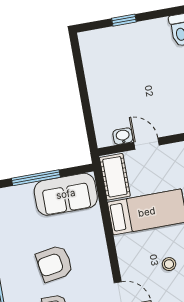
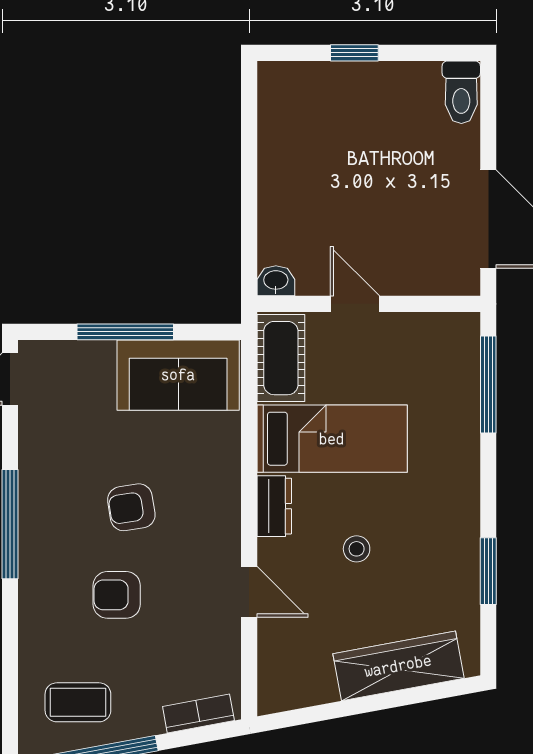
washbasin: (123, 136) -> (276, 281), moved
dresser: (125, 250) -> (274, 506), added
armchair: (54, 264) -> (131, 507), width x0.72, depth x0.72

